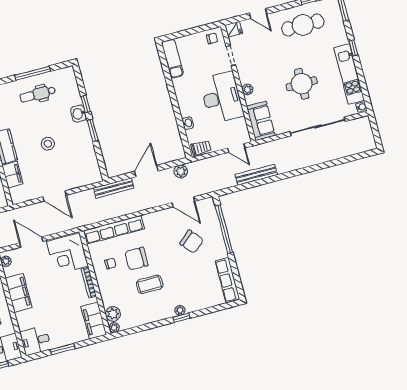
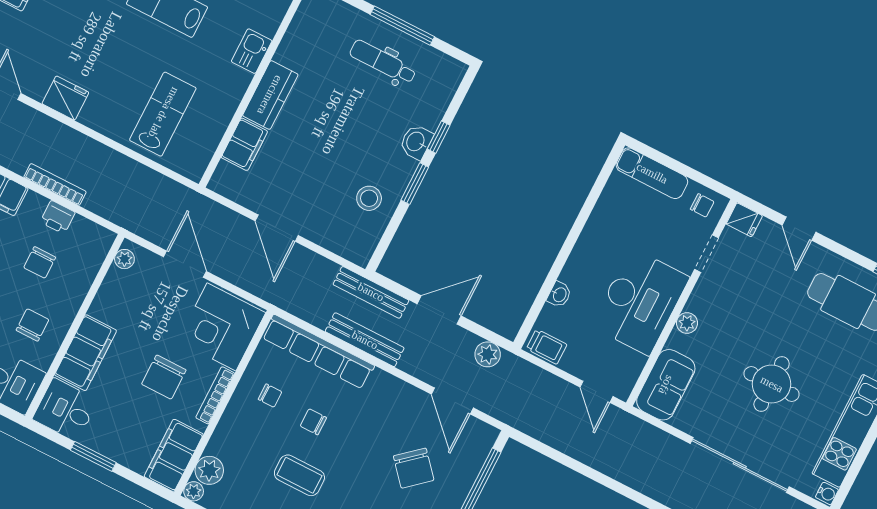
exam couch: (173, 59) -> (652, 173), moved, turned 90
stool: (48, 144) -> (369, 198), moved
bench: (256, 175) -> (365, 340), moved
chair: (136, 259) -> (313, 422), width x0.54, depth x0.54
filing cabinet: (19, 293) -> (86, 353), moved
chair: (63, 293) -> (164, 377), added

